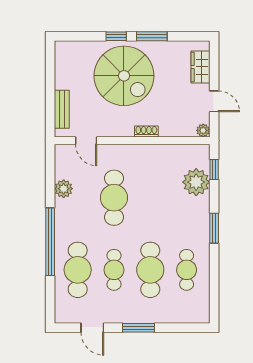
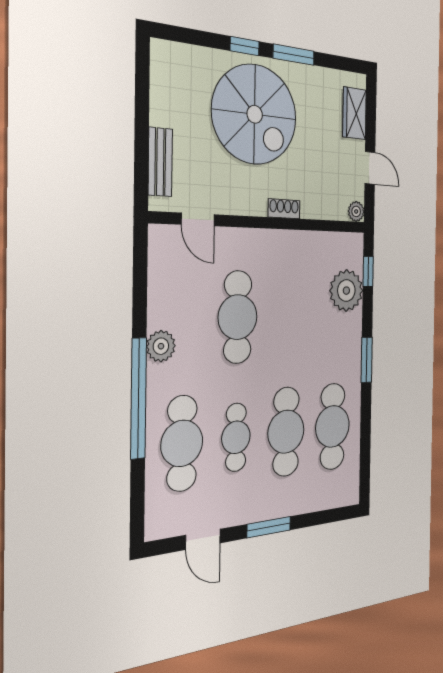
plant: (64, 189) -> (161, 346), moved
cafe table: (187, 270) -> (333, 426), width x1.37, depth x1.35

